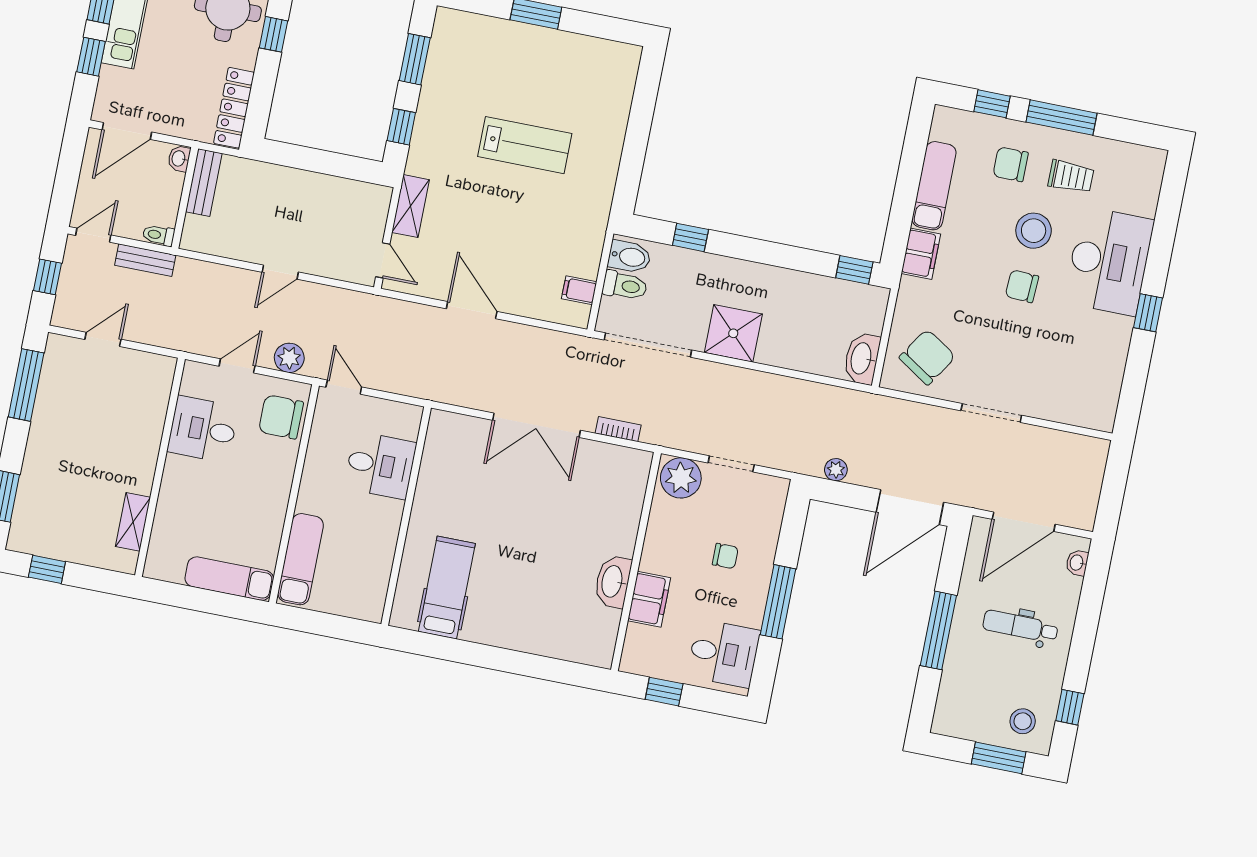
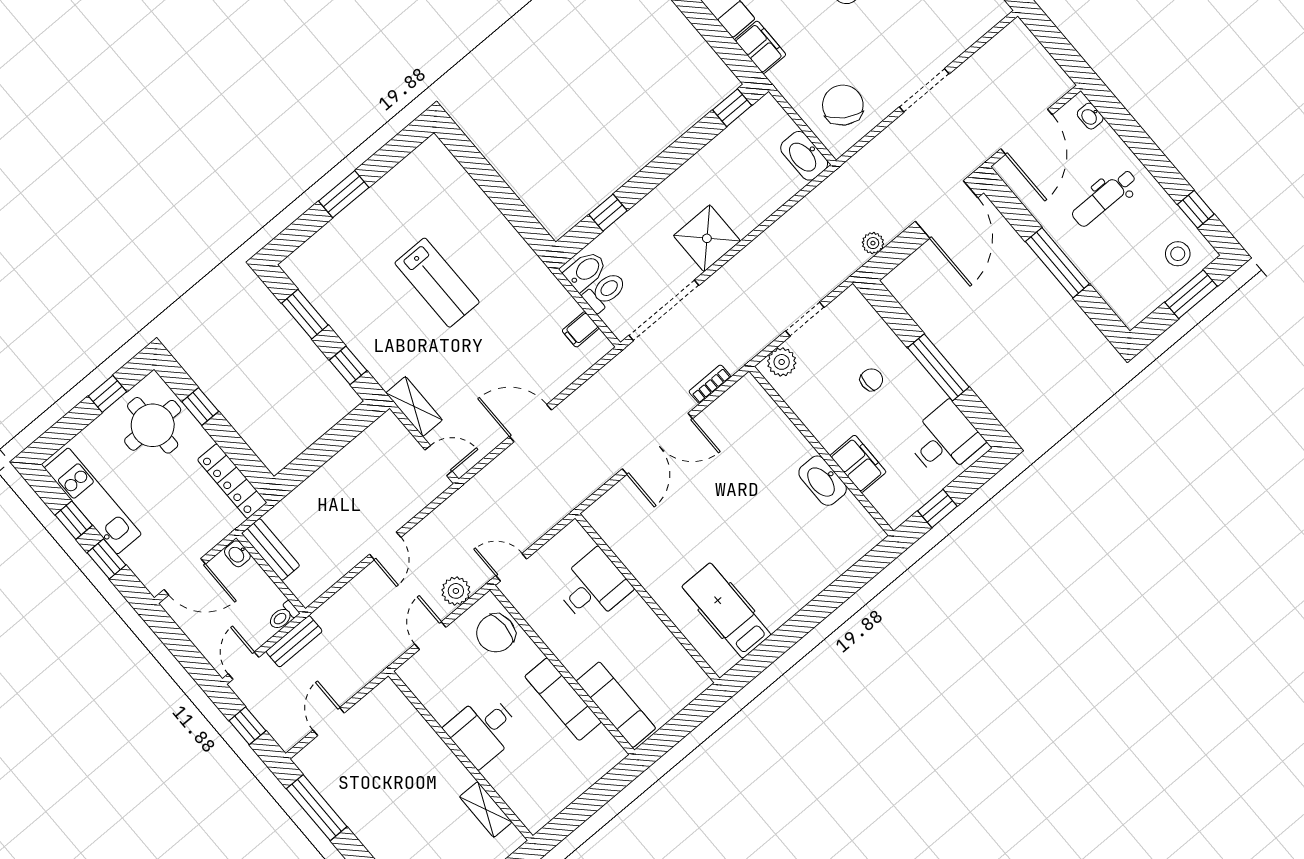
door: (127, 131) -> (185, 577), hinge flipped
lab bench: (525, 145) -> (437, 283), turned 90
desk: (203, 429) -> (483, 730), moved
plant: (681, 478) -> (782, 362), width x0.73, depth x0.73
exam couch: (229, 579) -> (563, 699), moved, turned -90

